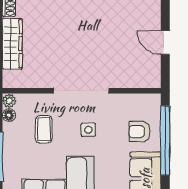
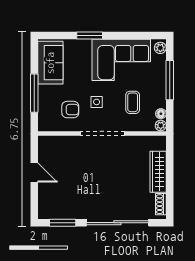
armchair: (140, 132) -> (70, 110), moved
window: (165, 141) -> (34, 93), width x0.68

